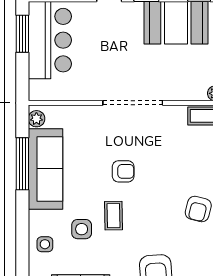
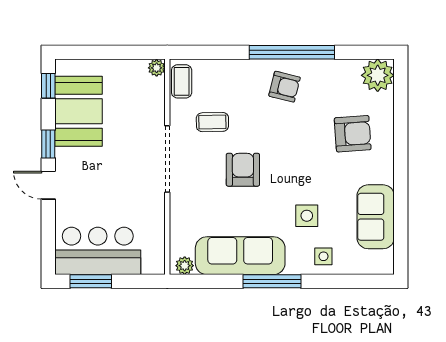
window: (22, 164) -> (272, 281), moved
armchair: (123, 171) -> (243, 170), width x1.38, depth x1.38
coffee table: (113, 216) -> (212, 122), moved

